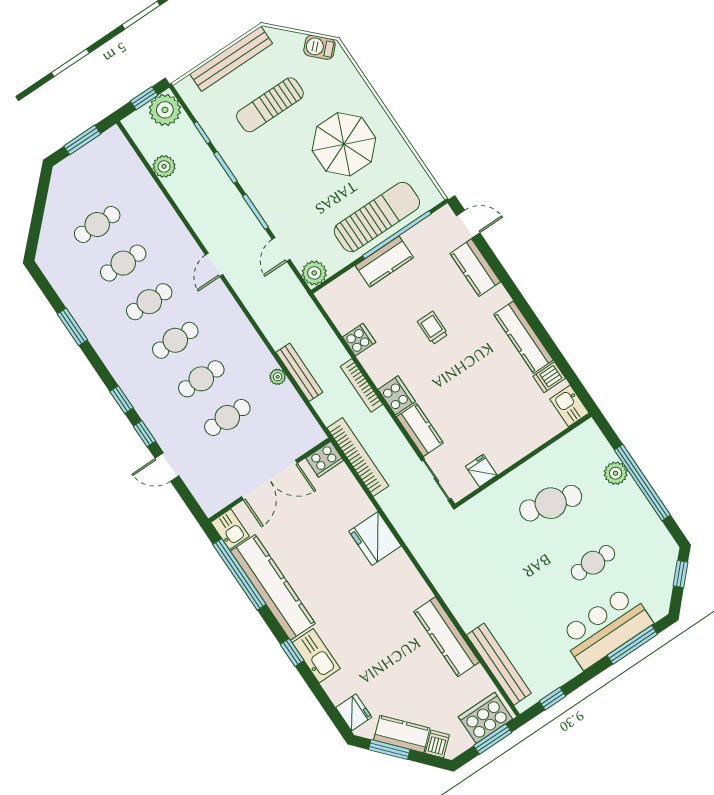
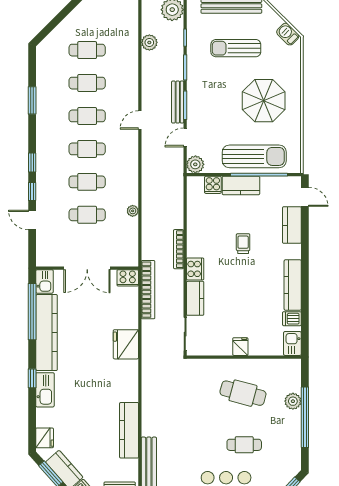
cooker: (359, 340) -> (213, 185), moved, turned 90
bench: (299, 372) -> (178, 102), moved
fridge: (481, 471) -> (240, 347), moved

